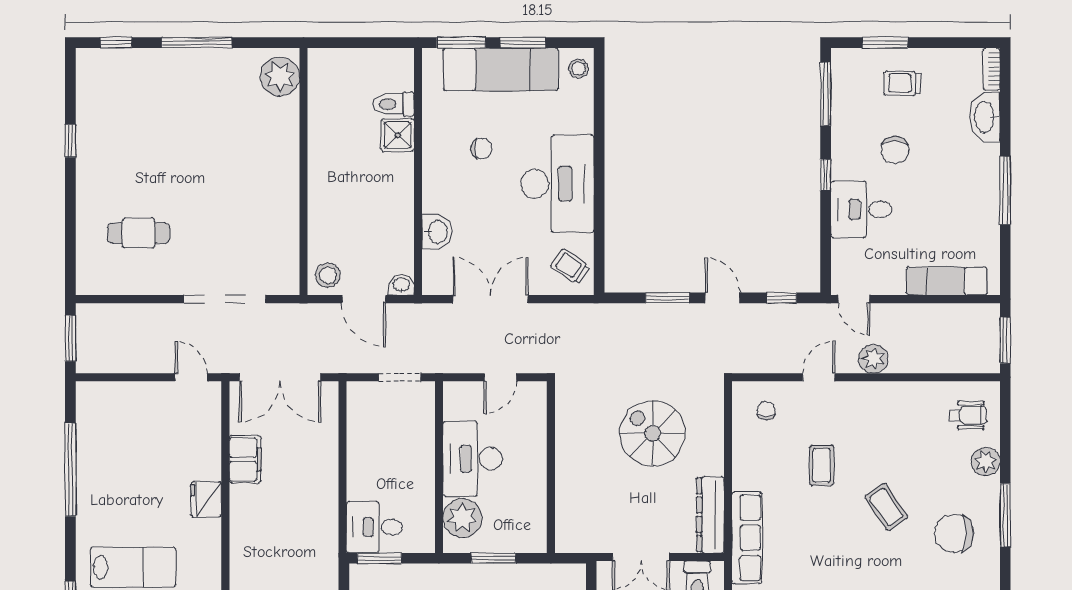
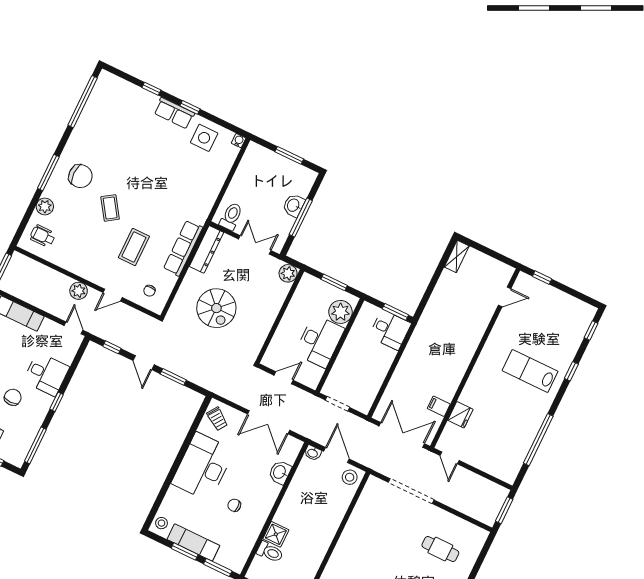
exam couch: (501, 69) -> (193, 542), width x0.73, depth x0.69
filing cabinet: (245, 459) -> (439, 406), width x0.50
coffee table: (822, 465) -> (134, 247), width x1.36, depth x1.30
fridge: (206, 499) -> (460, 415), moved
plant: (570, 538) -> (288, 273), added
row of seats: (747, 538) -> (183, 248), moved

